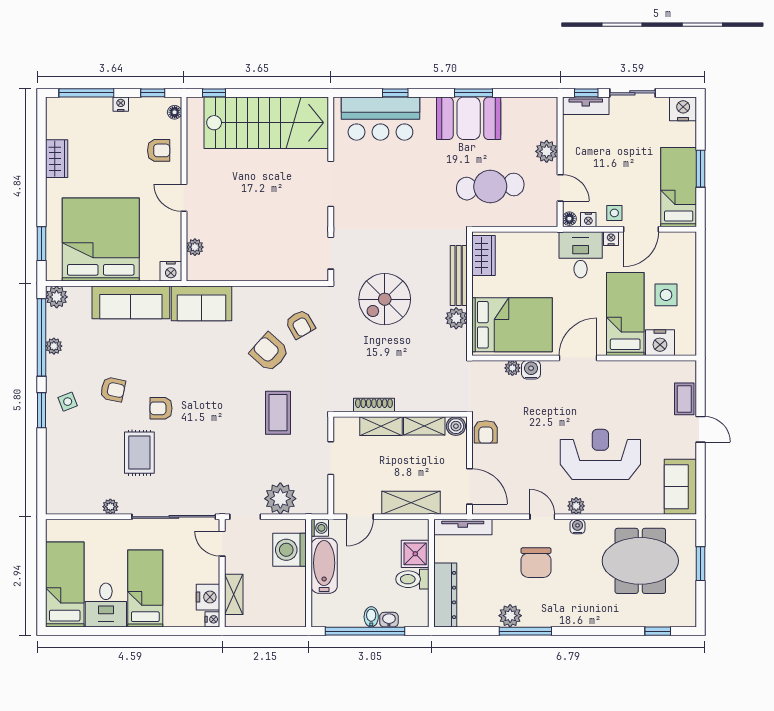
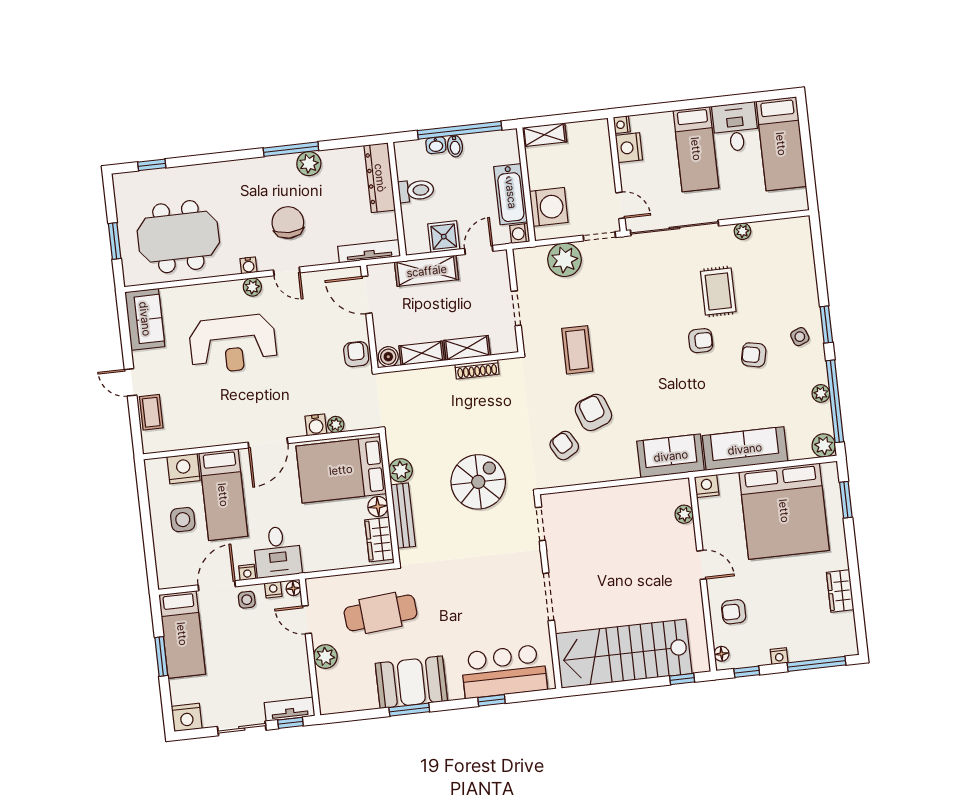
floor lamp: (481, 287) -> (378, 506), added
armchair: (269, 352) -> (593, 412), turned -152
shower: (415, 554) -> (444, 237), moved
shelving: (234, 594) -> (544, 135), moved, turned 90

